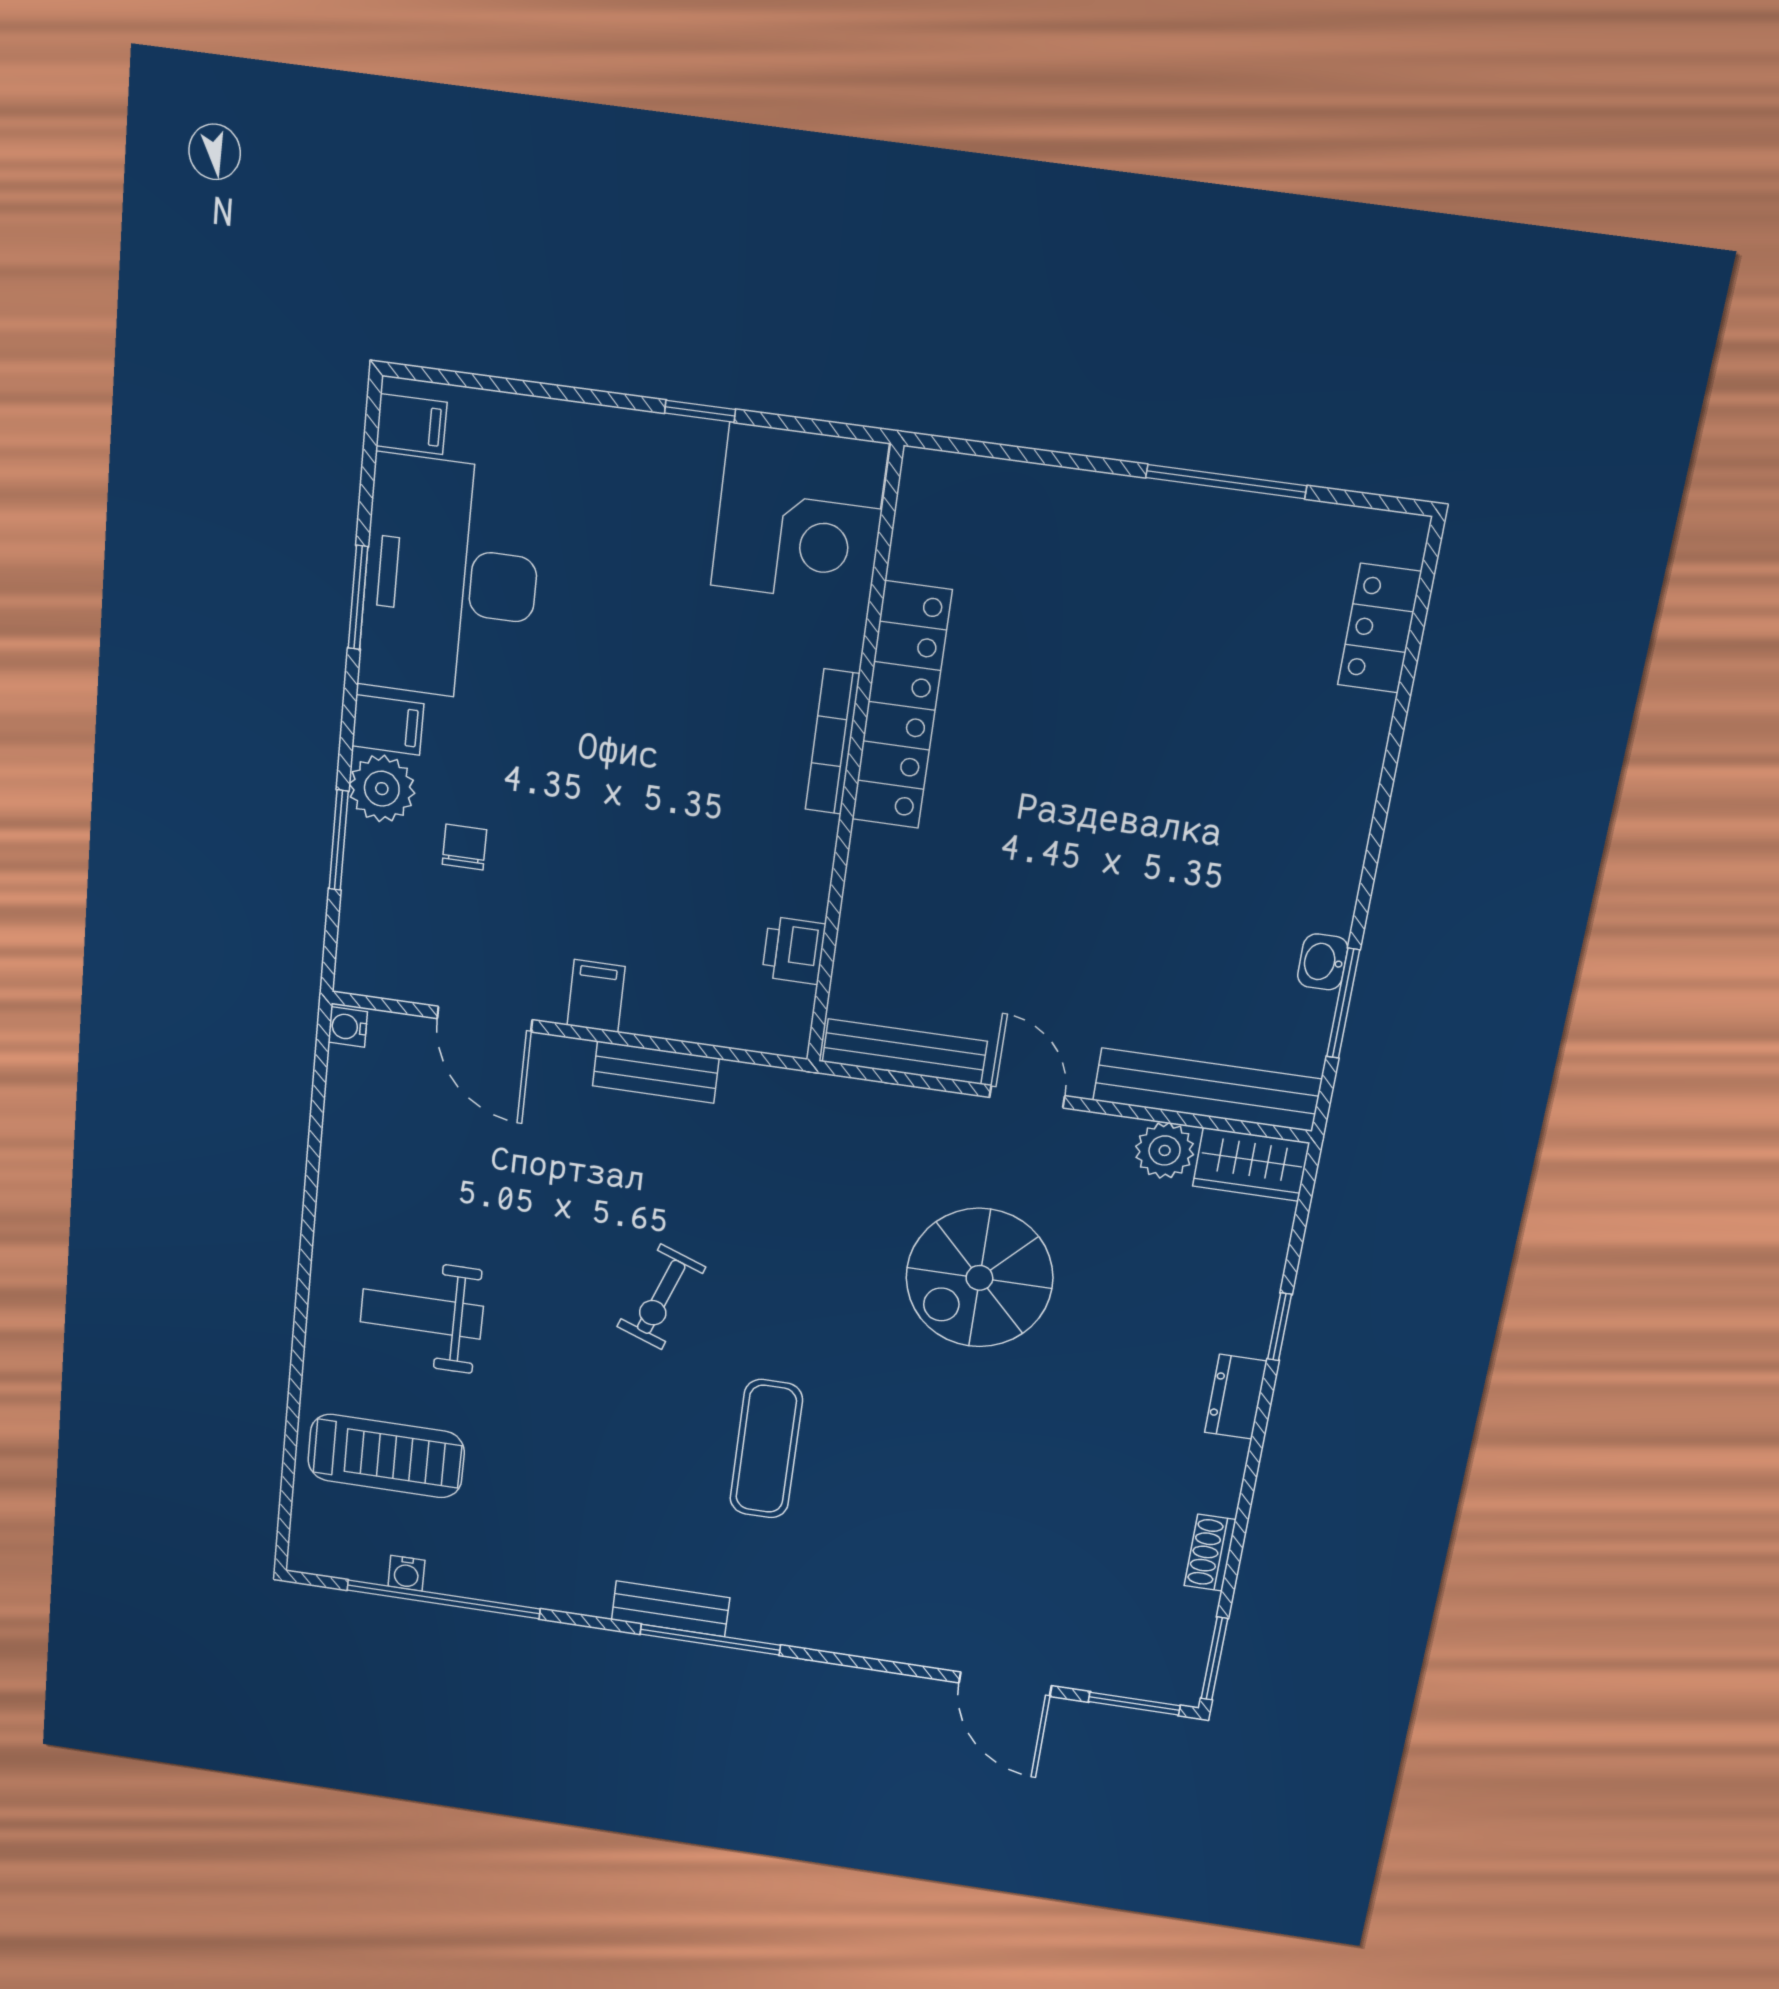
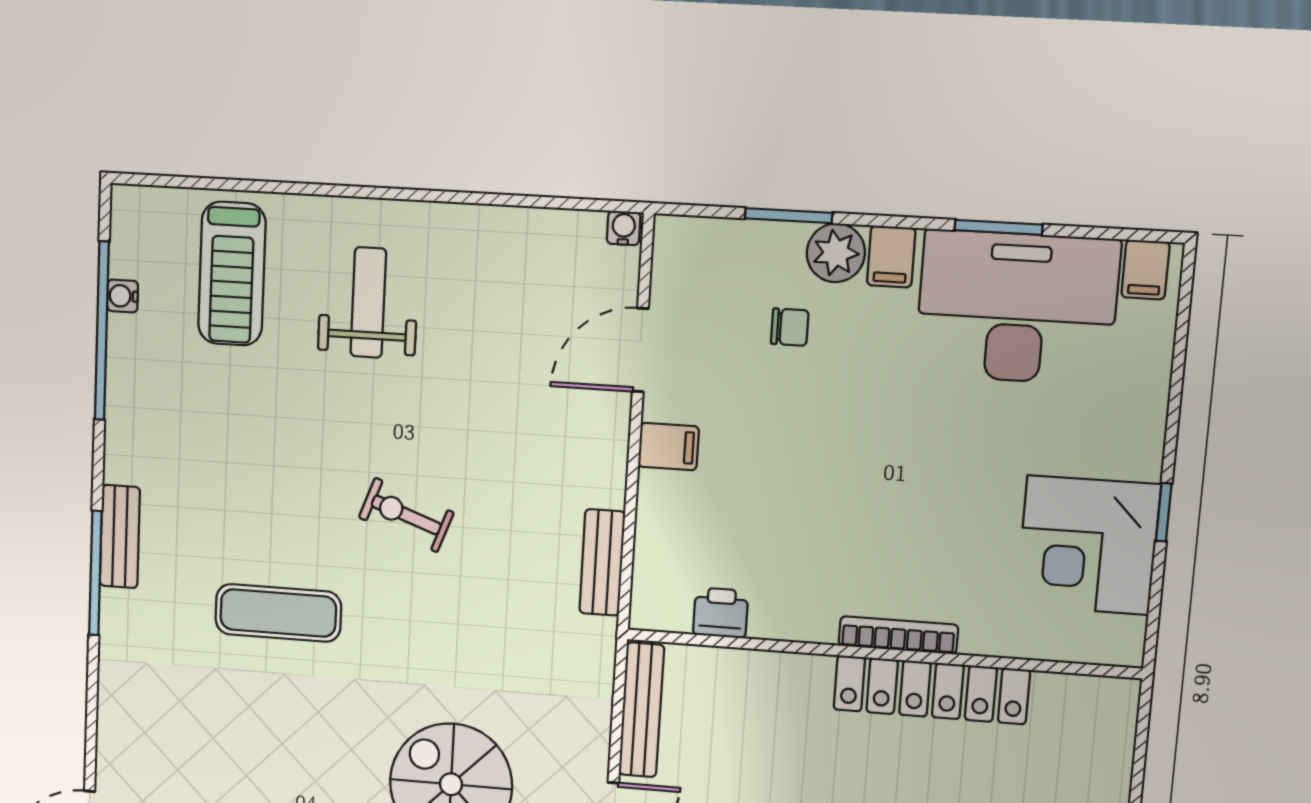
corner desk: (799, 515) -> (1088, 545), moved
bench: (656, 1072) -> (602, 562), moved

